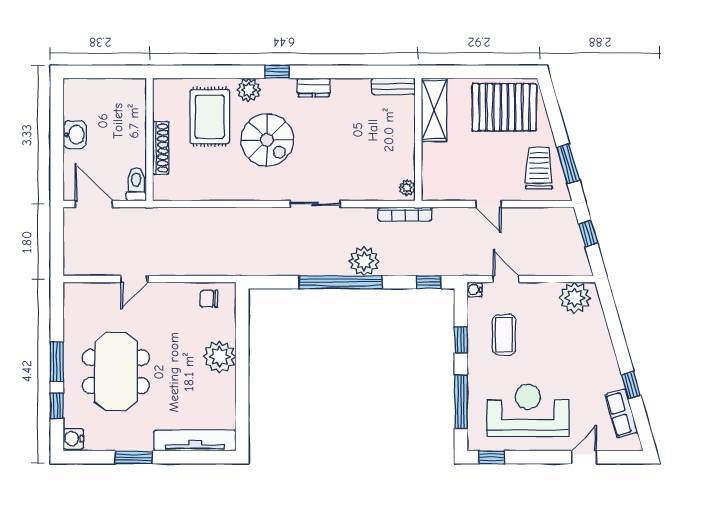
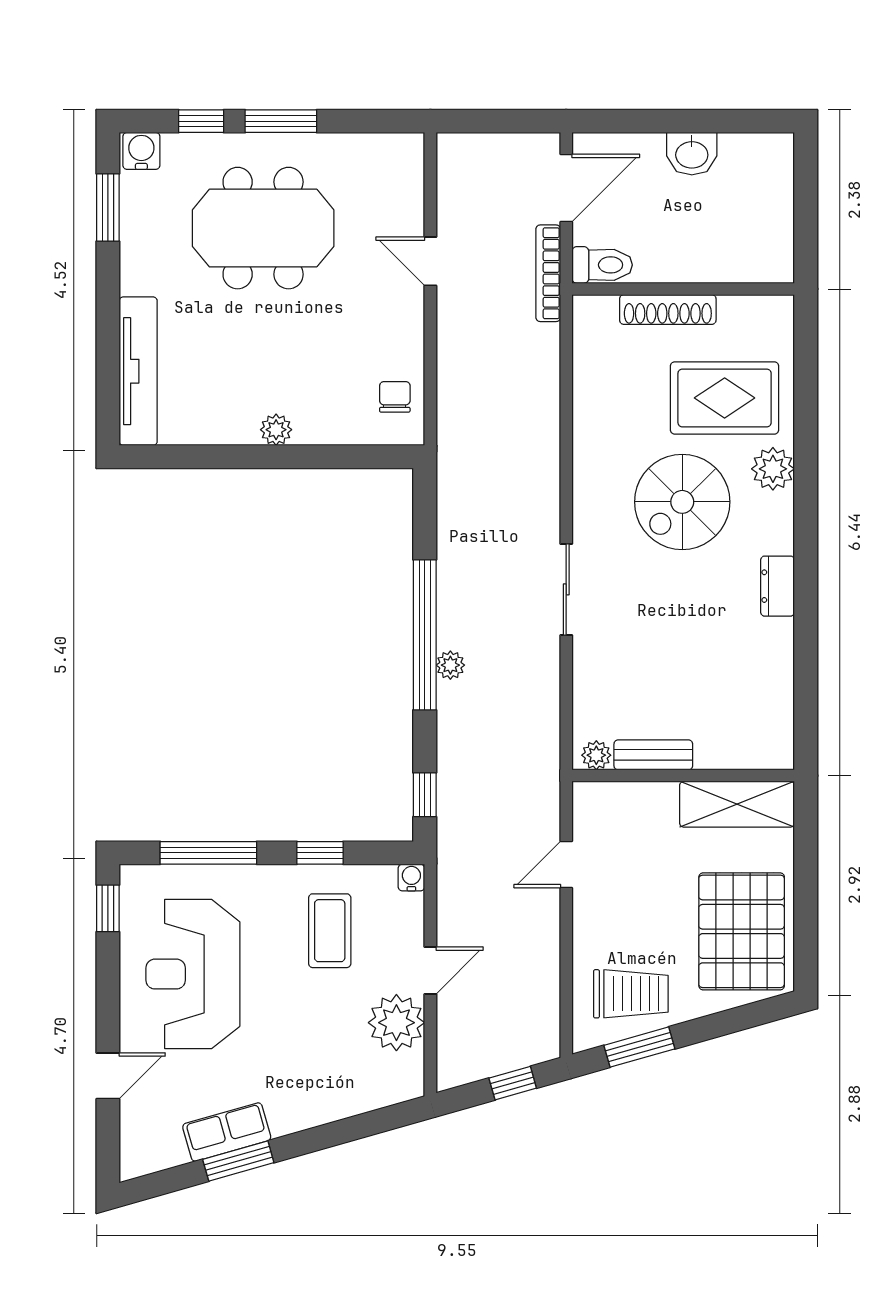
window: (277, 72) -> (806, 520), removed
bench: (393, 86) -> (653, 755), moved, turned 90
door: (488, 204) -> (566, 865), moved
bookcase: (405, 214) -> (548, 273), moved
plant: (364, 261) -> (450, 665), width x0.53, depth x0.53
door: (506, 279) -> (430, 971), moved
plant: (575, 298) -> (396, 1023), moved
coffee table: (504, 335) -> (330, 931), turned 90
plant: (220, 357) -> (276, 430), width x0.53, depth x0.53
window: (631, 385) -> (238, 1161), width x1.50
reception desk: (528, 410) -> (193, 974), turned 180
row of seats: (621, 413) -> (227, 1132), moved
window: (134, 457) -> (108, 208), moved
door: (584, 457) -> (108, 1076), hinge flipped

